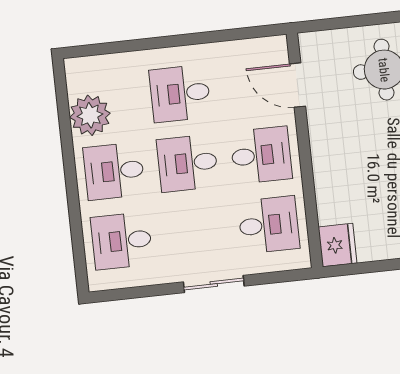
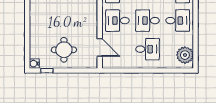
plant: (90, 115) -> (185, 55), moved
desk: (188, 163) -> (148, 21), turned 180

